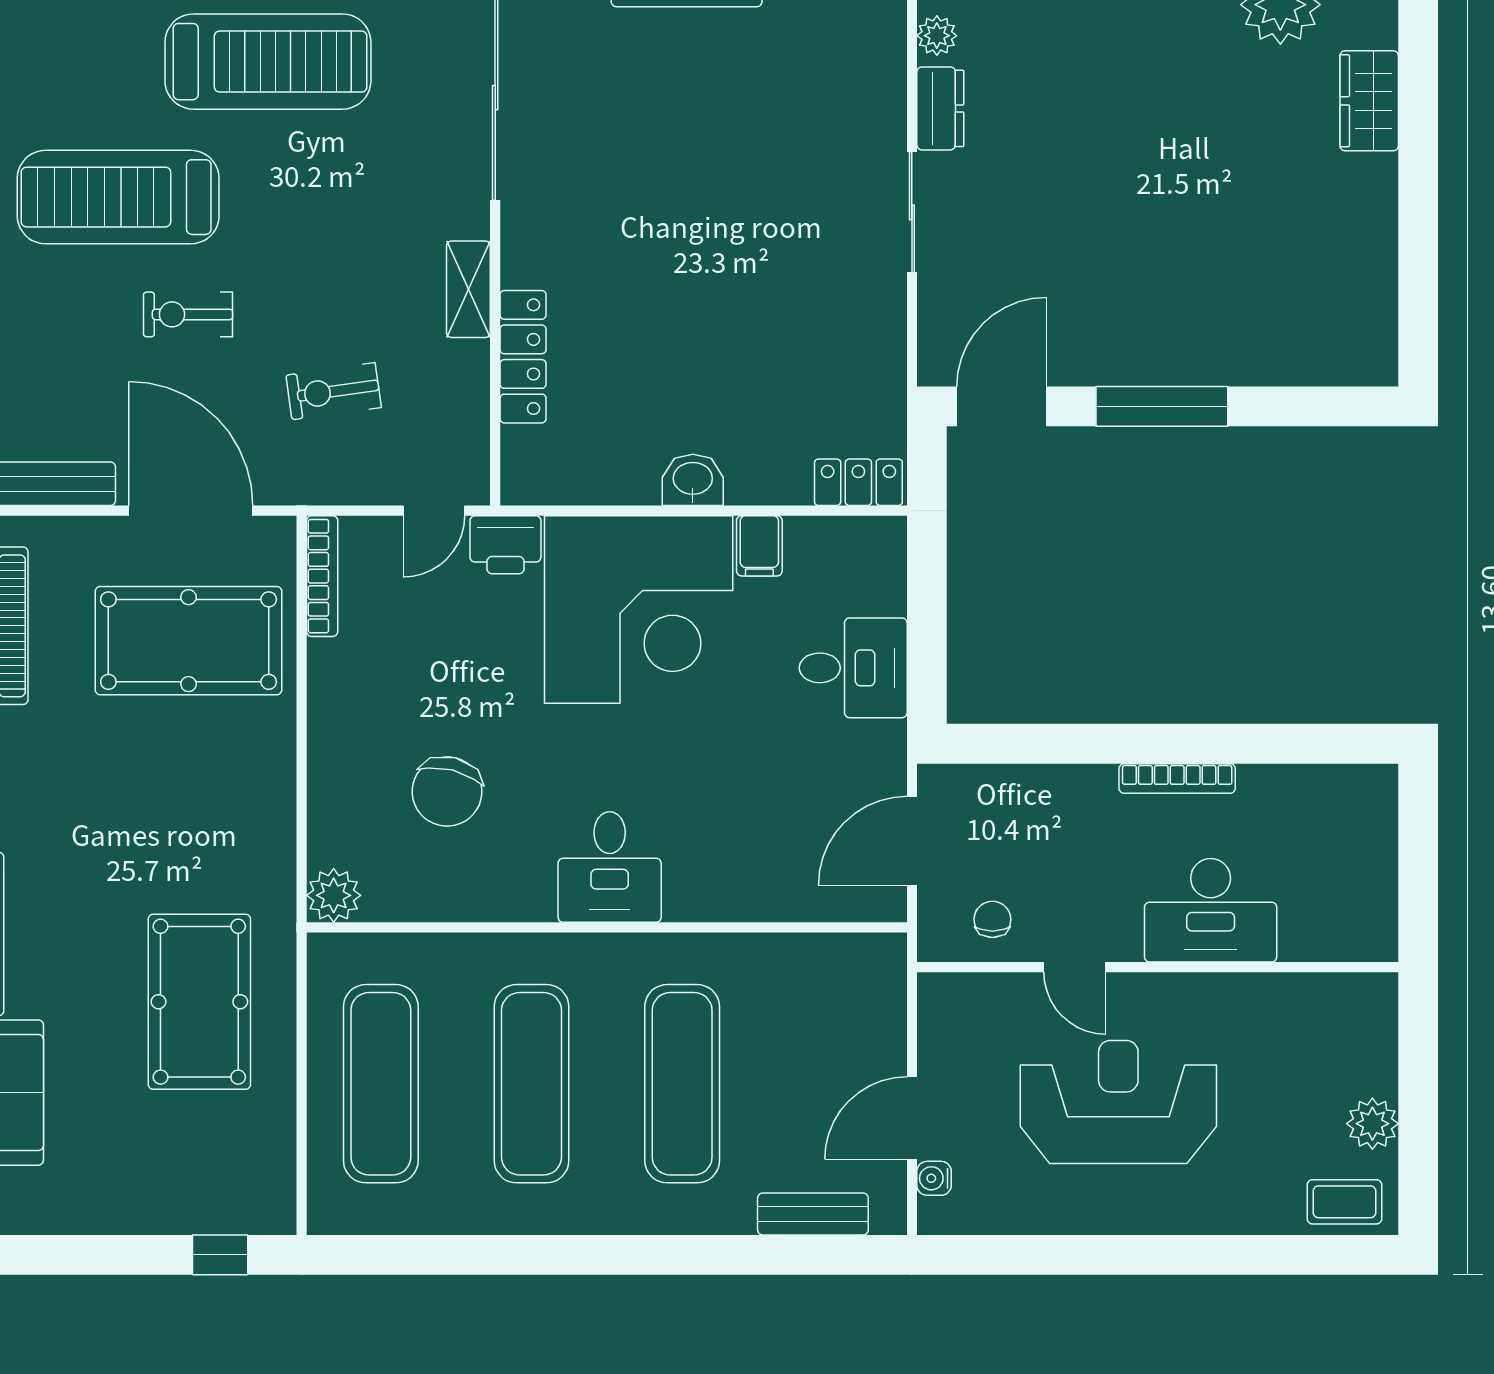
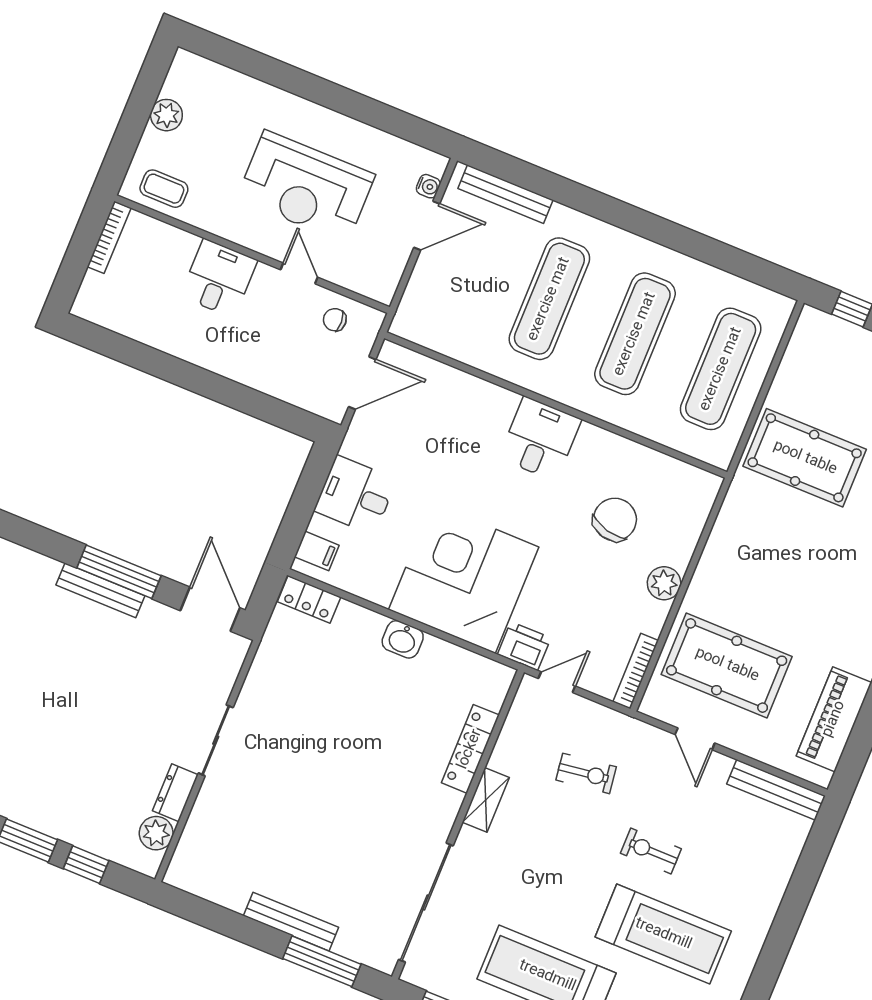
plant: (937, 36) -> (156, 833), width x1.38, depth x1.38
exercise bike: (188, 314) -> (651, 851), turned 180
bench: (1178, 367) -> (100, 590), added
door: (1001, 406) -> (210, 609), swing flipped
door: (191, 511) -> (695, 739), width x0.53
filing cabinet: (759, 546) -> (317, 551), moved, turned 90
bookcase: (1177, 778) -> (109, 237), moved, turned 90
plant: (334, 895) -> (664, 583), moved
desk: (1211, 910) -> (219, 278), width x0.73
chair: (992, 919) -> (335, 320), turned 87
pool table: (199, 1002) -> (805, 458), turned 90
coffee table: (1344, 1202) -> (164, 189), moved
bench: (813, 1214) -> (505, 194), width x1.36

